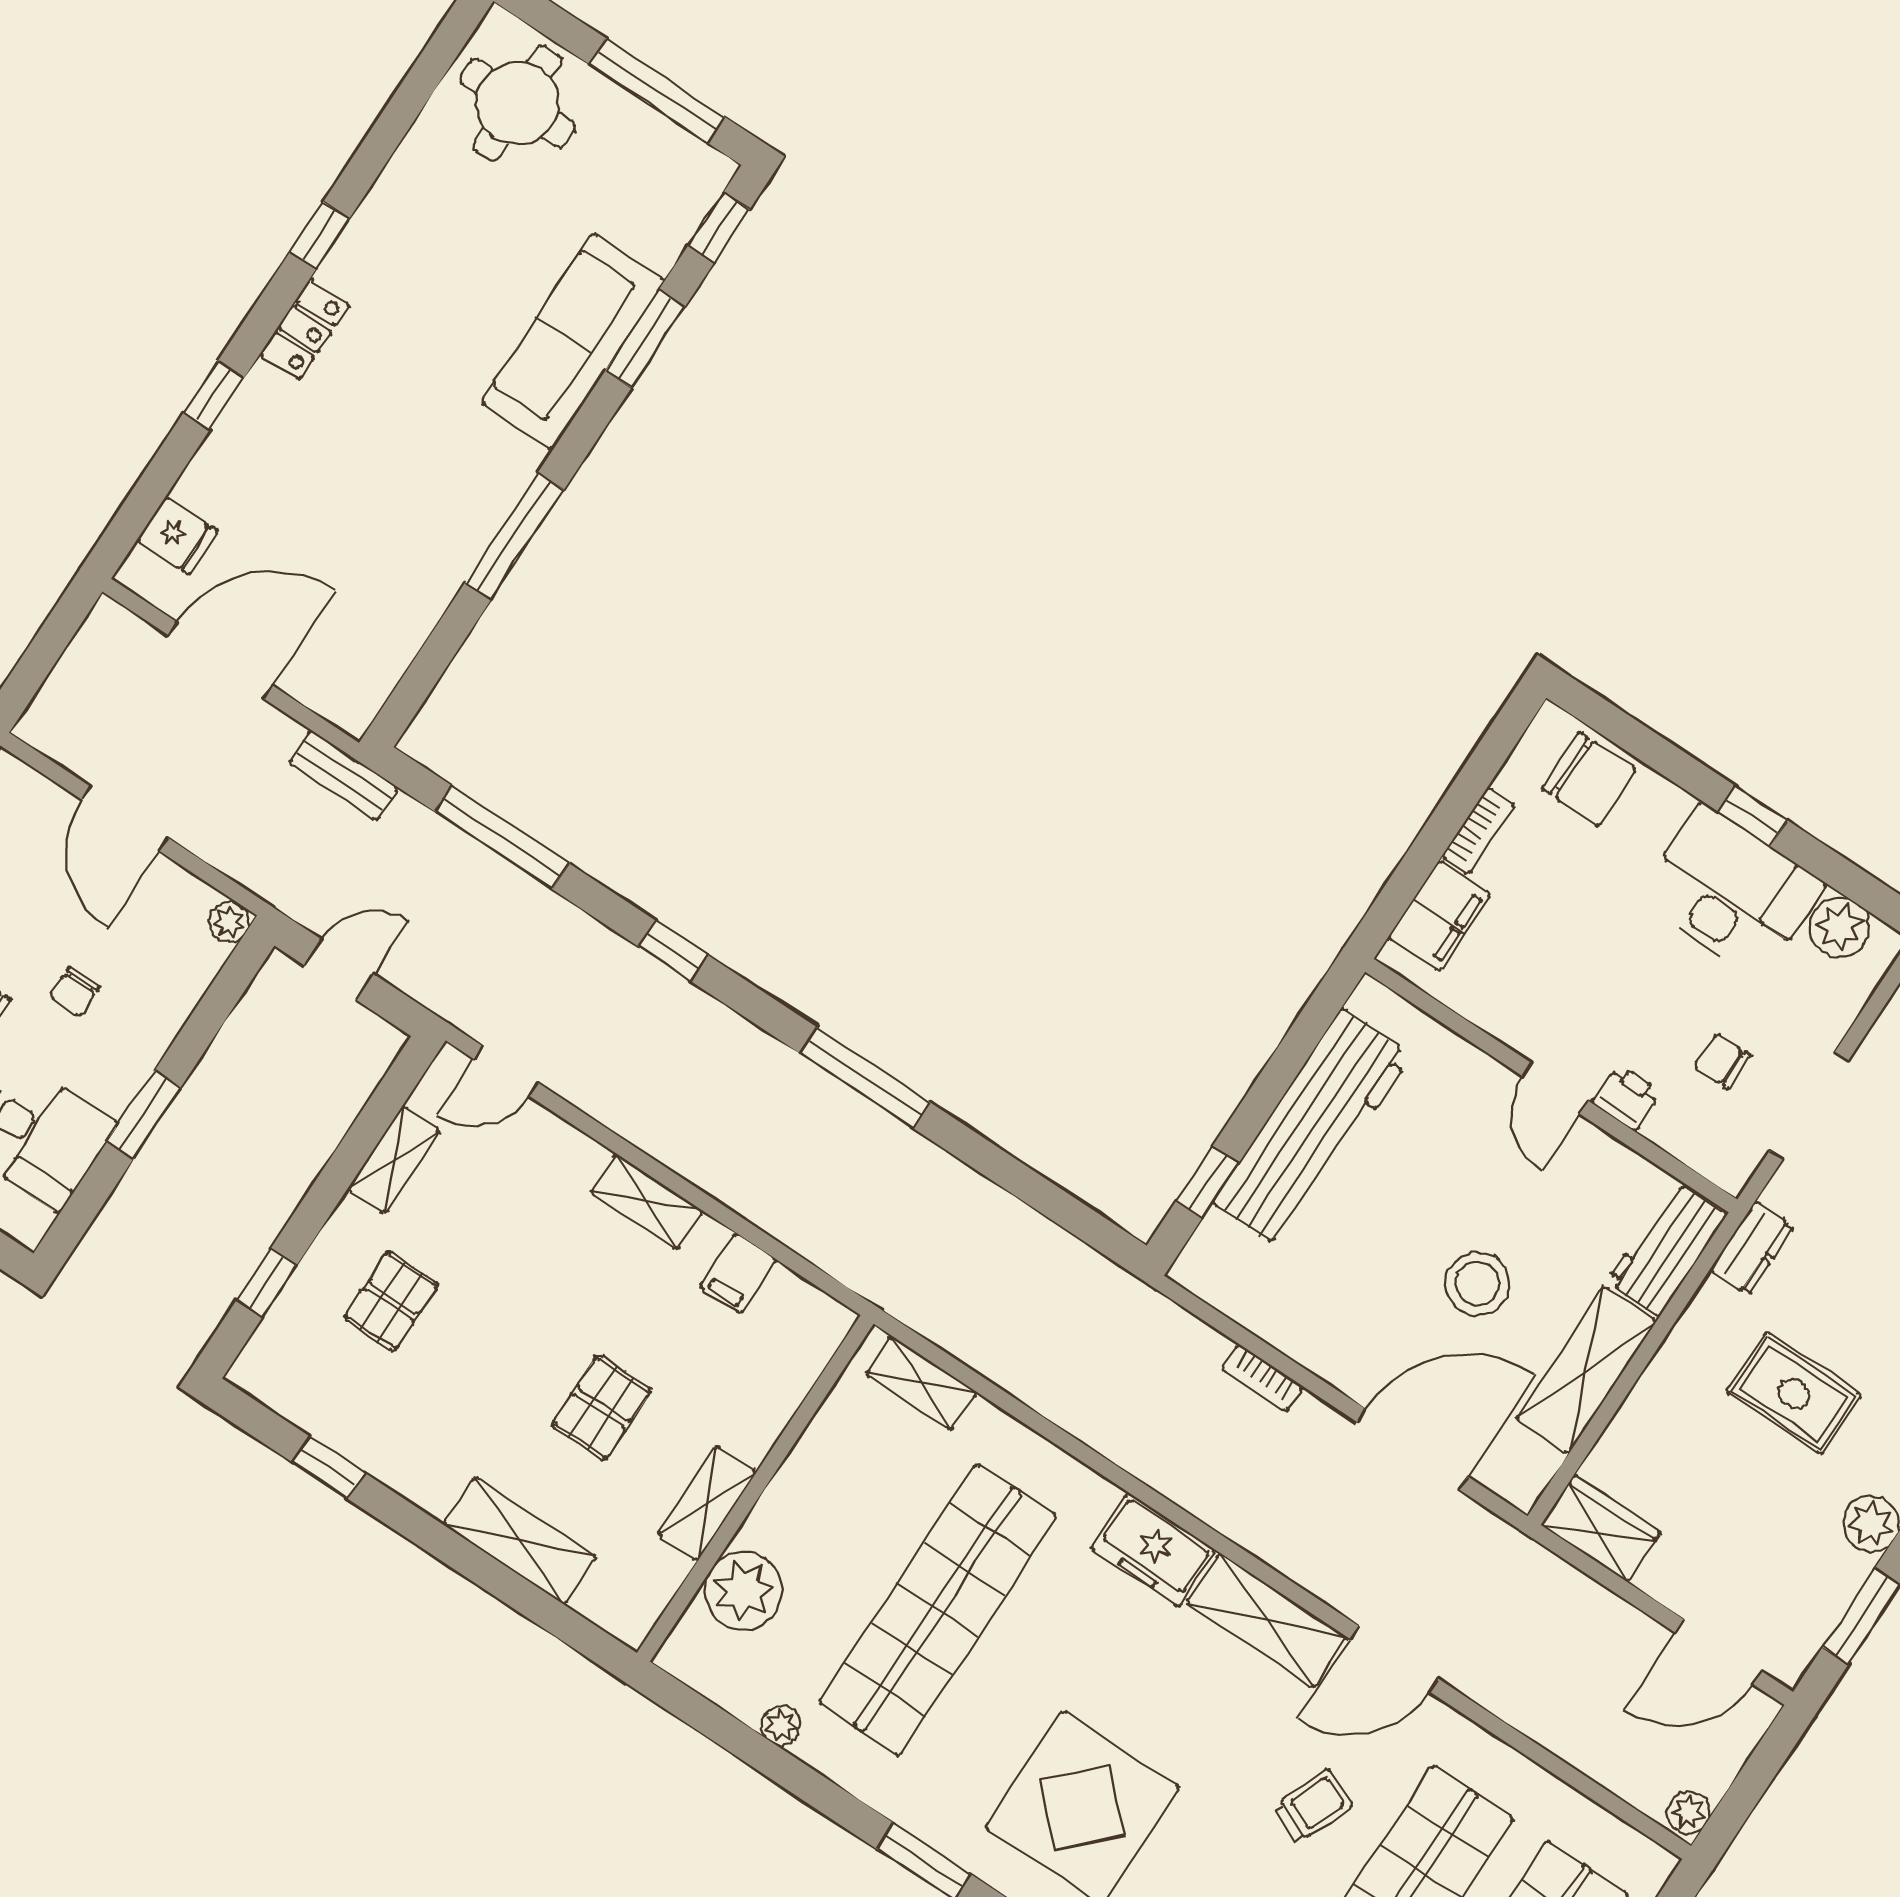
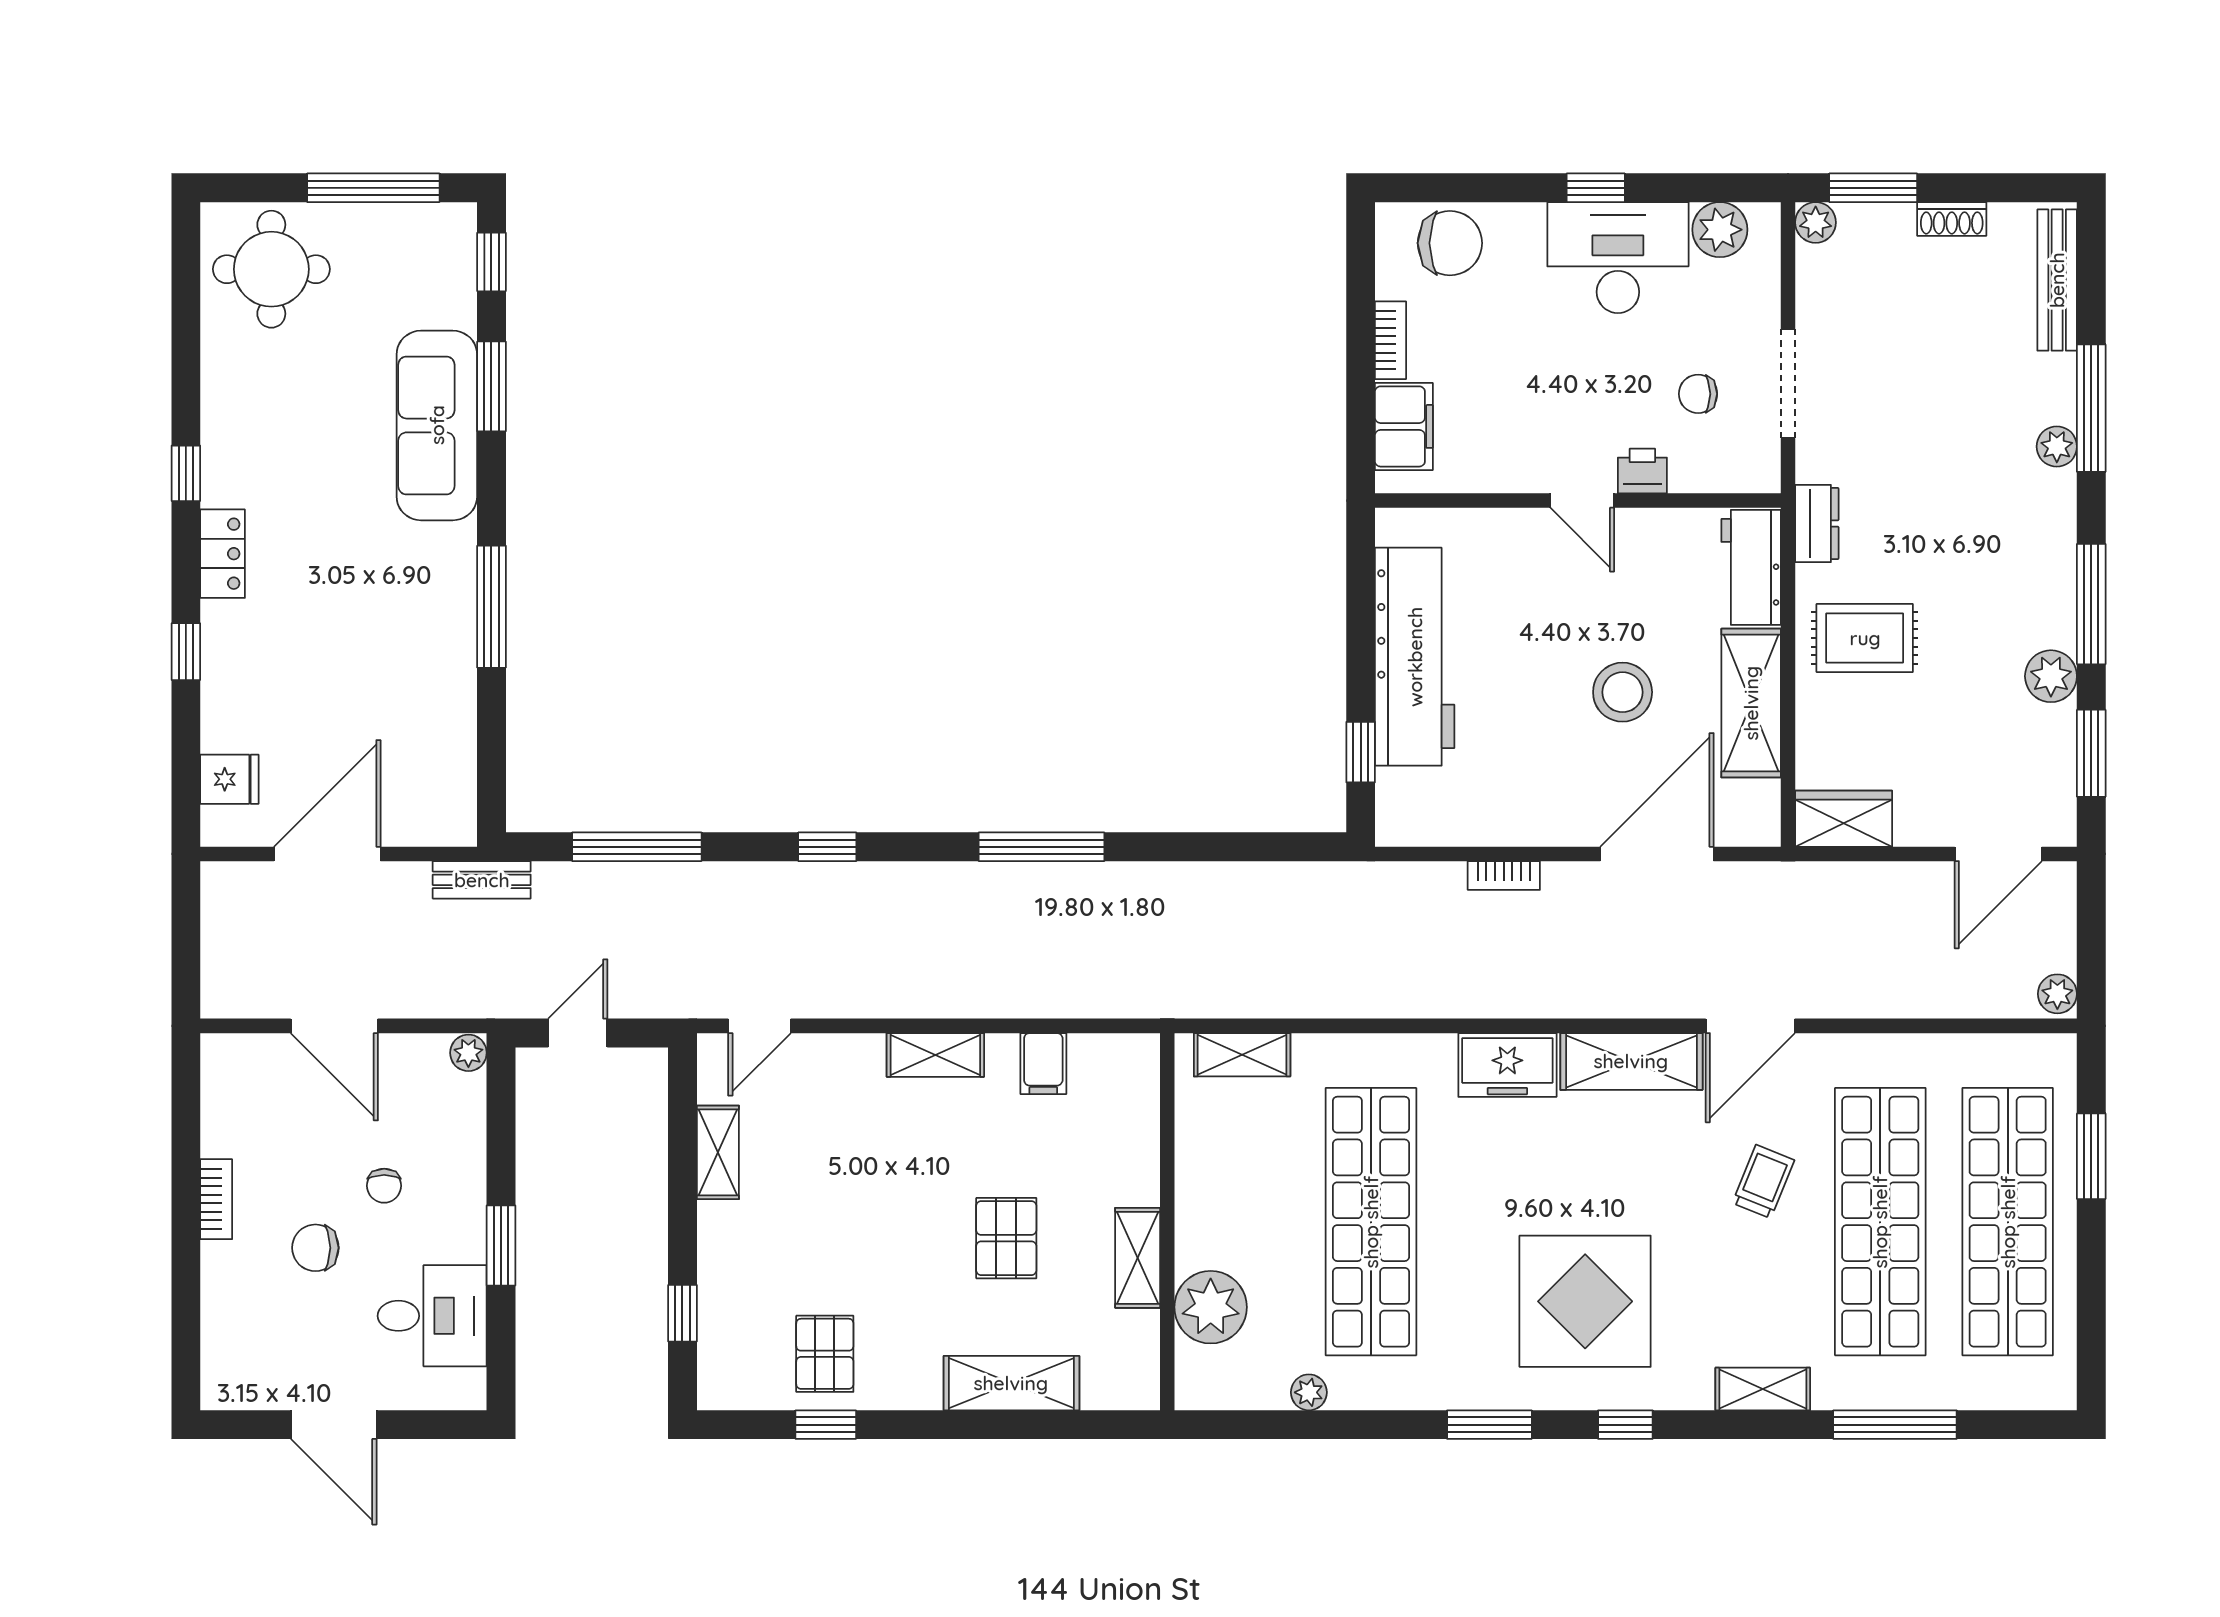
pallet: (391, 1301) -> (825, 1354), moved
rug: (1794, 1393) -> (1865, 638), moved

